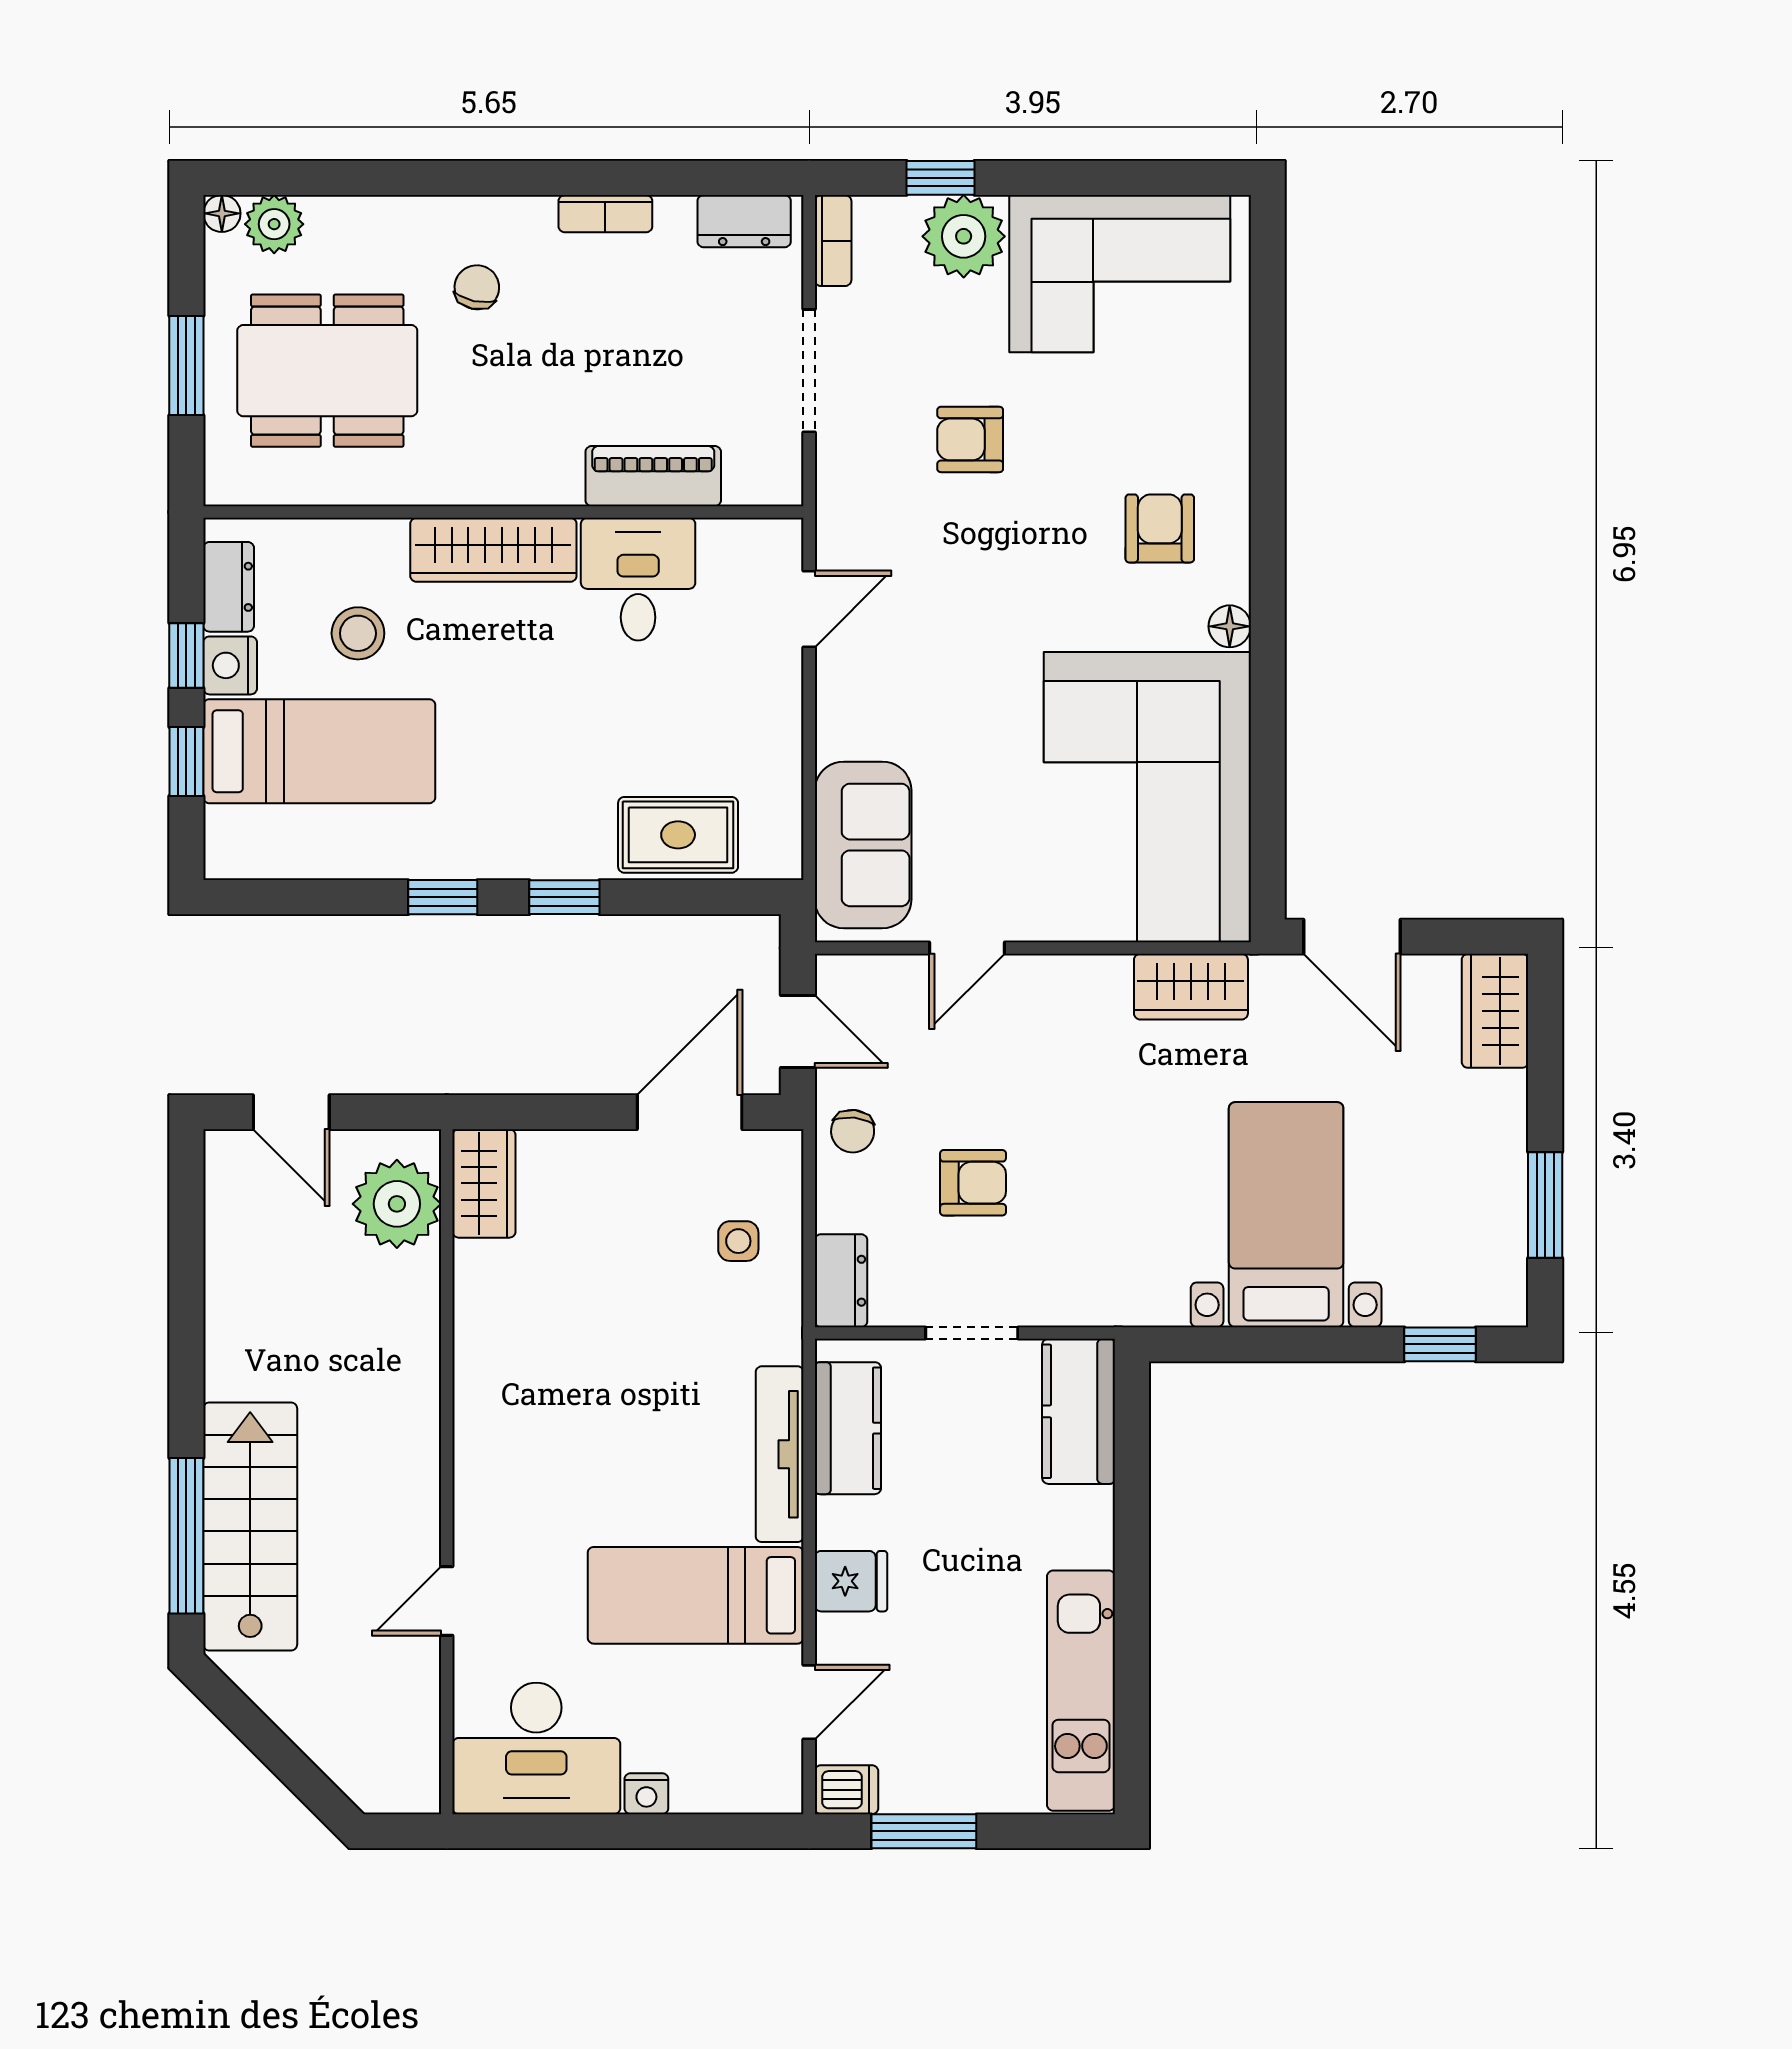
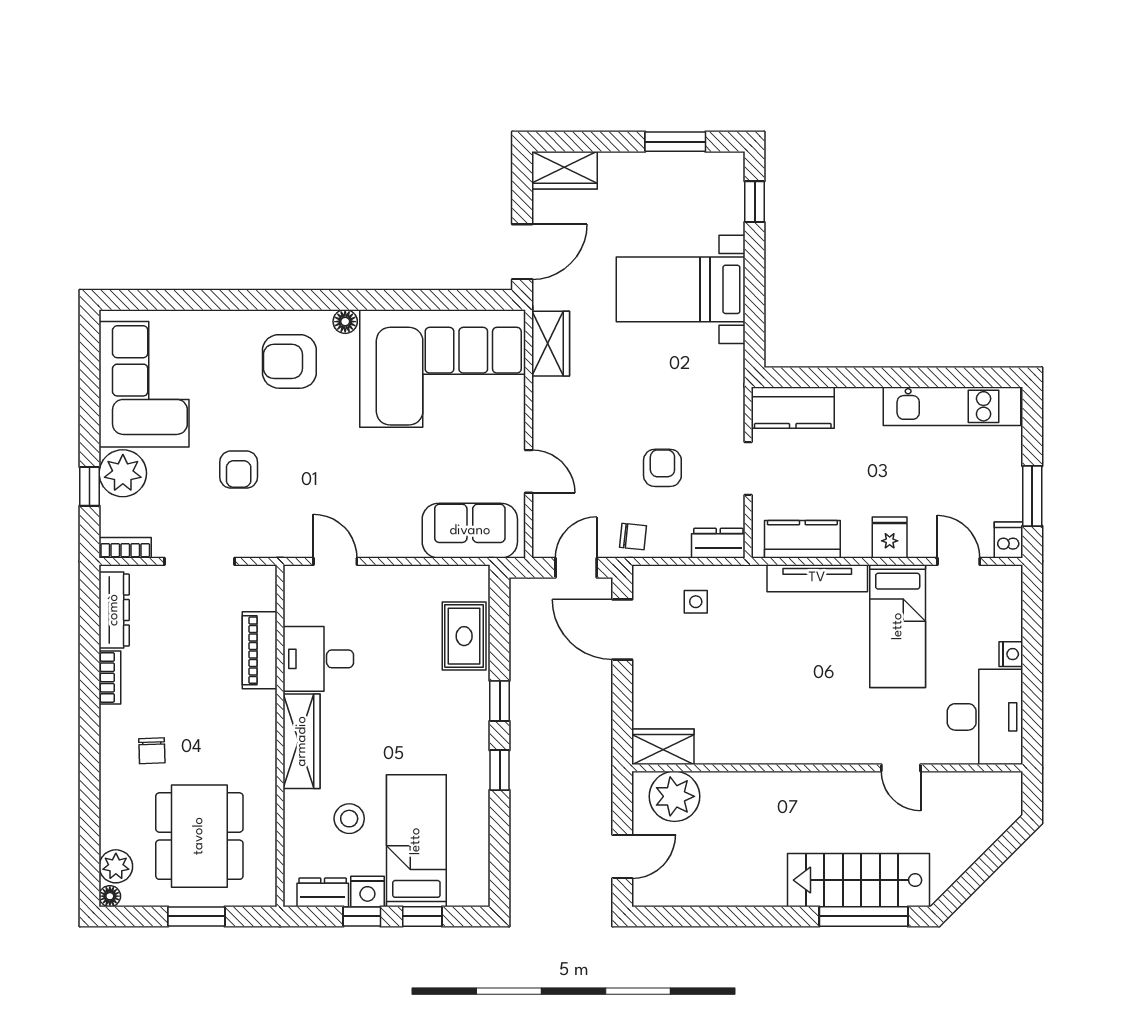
dresser: (744, 221) -> (114, 610), width x1.44
chair: (477, 287) -> (152, 751), turned -104
armchair: (1160, 528) -> (289, 361), width x1.38, depth x1.38

